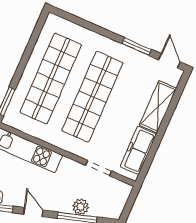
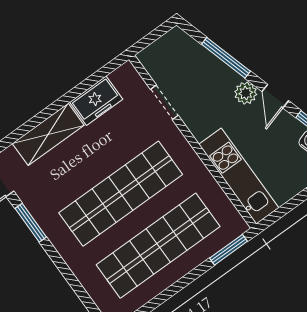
freezer: (138, 150) -> (96, 101), width x0.71
plant: (81, 207) -> (246, 93), moved

